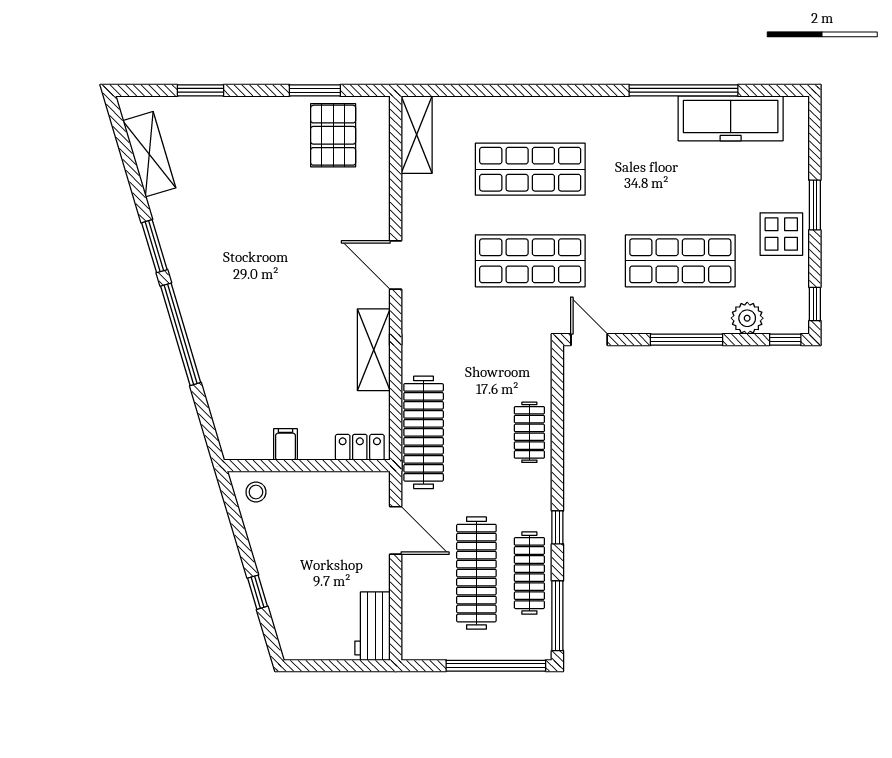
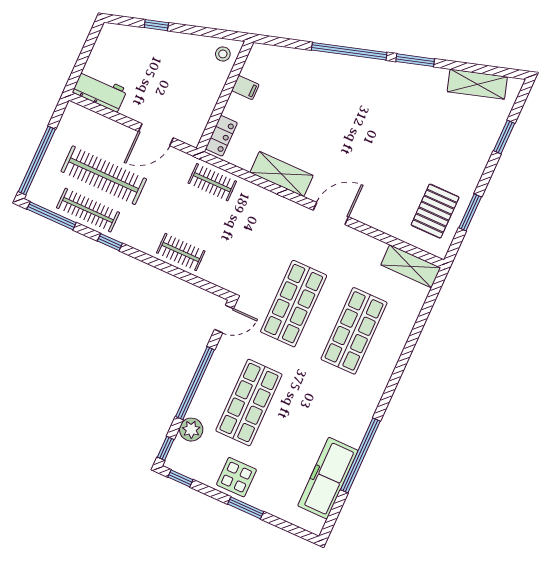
pallet: (333, 135) -> (435, 211), turned 90
window: (687, 340) -> (195, 383), width x1.46
clothes rail: (424, 432) -> (212, 182), width x0.54, depth x0.76

